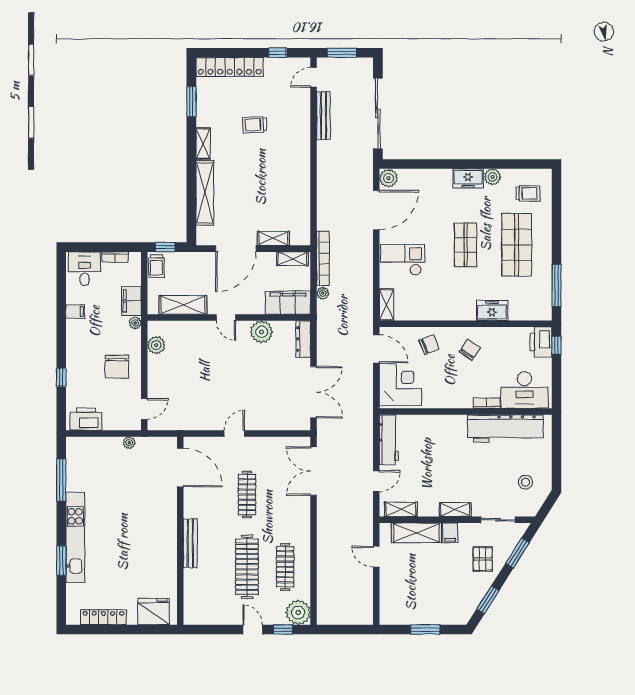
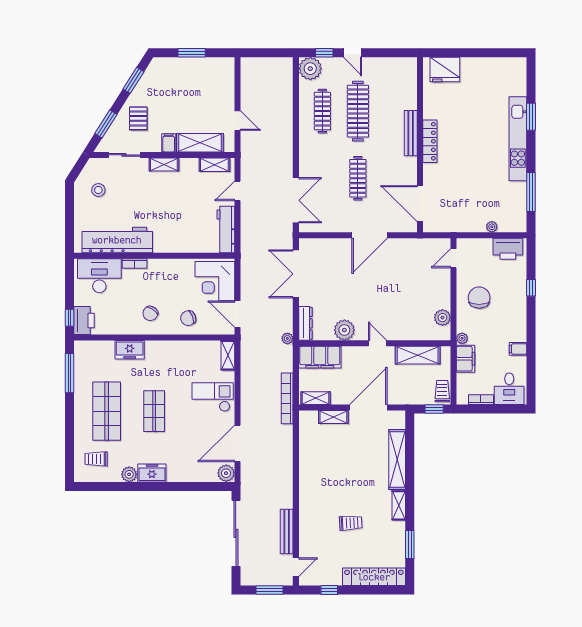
checkout: (403, 260) -> (213, 397), turned 180
plant: (323, 293) -> (287, 338), moved
door: (234, 434) -> (370, 235), width x1.87
plant: (129, 443) -> (492, 227), moved
locker: (103, 617) -> (430, 141), moved, turned -90

